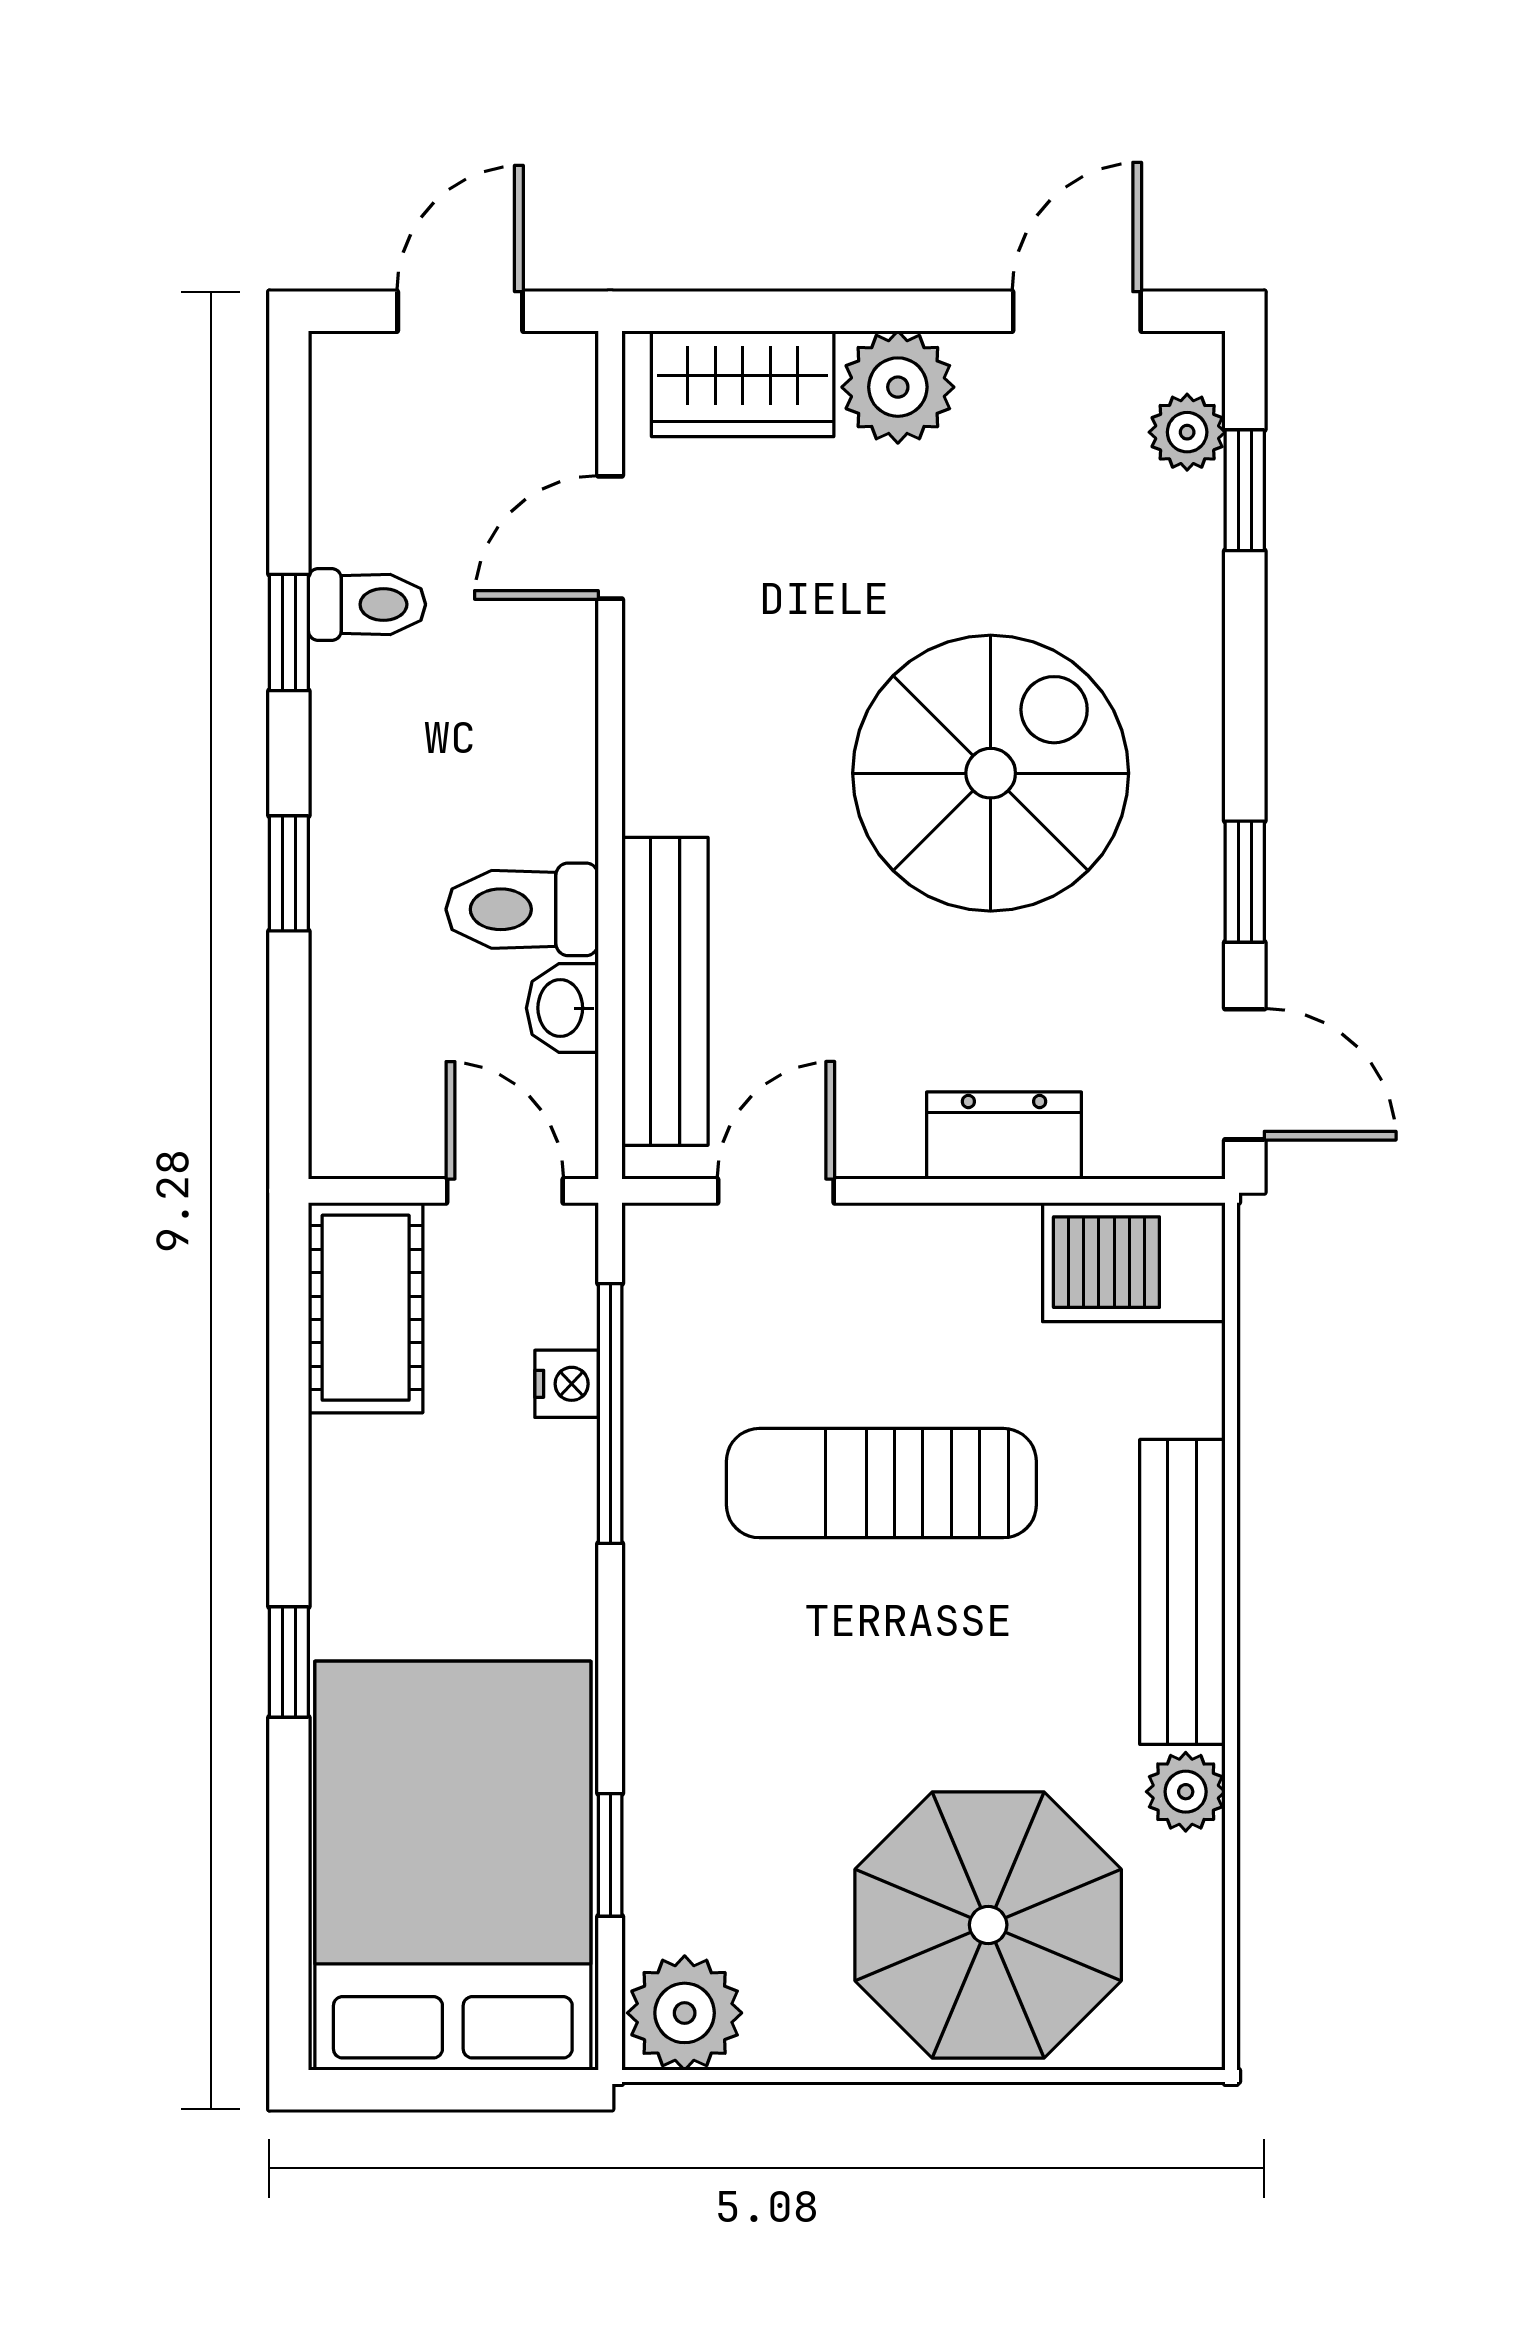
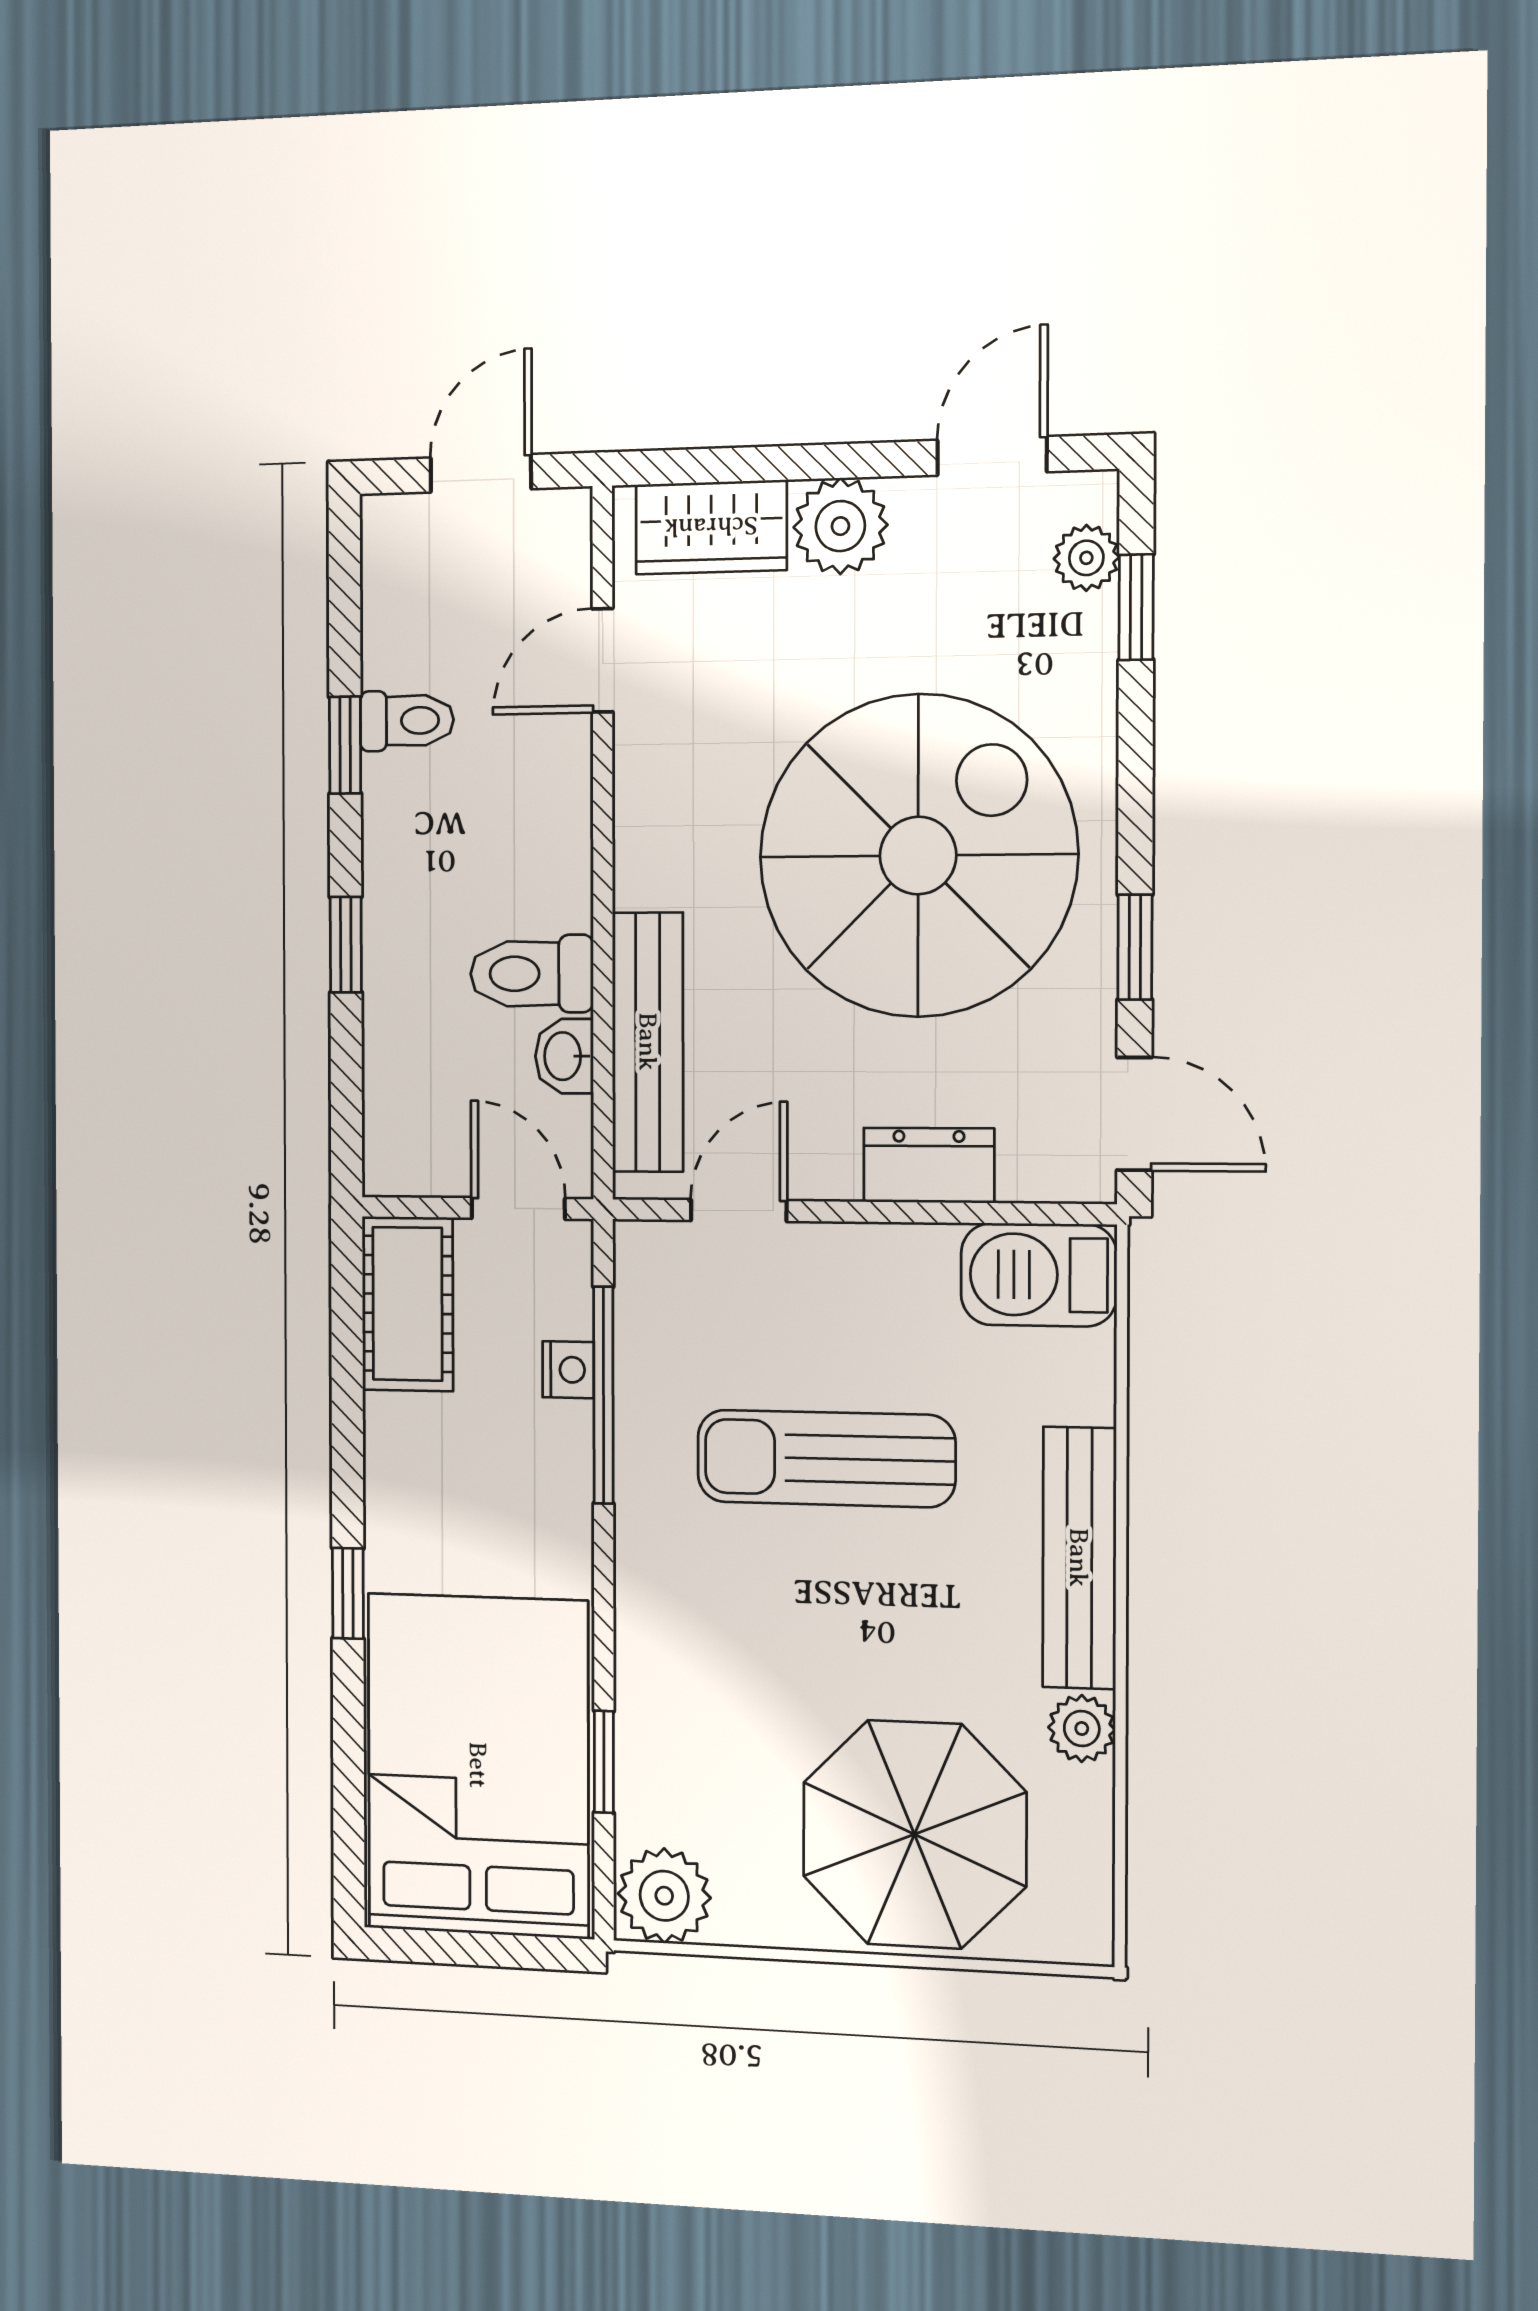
spiral stairs: (991, 773) -> (918, 855), width x1.37, depth x1.37

